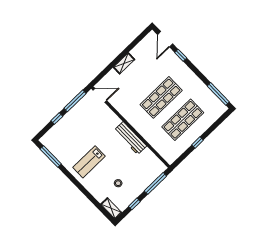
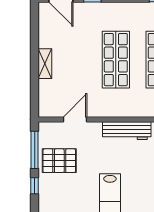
door: (100, 95) -> (75, 119), moved
pallet: (82, 119) -> (59, 161), added

